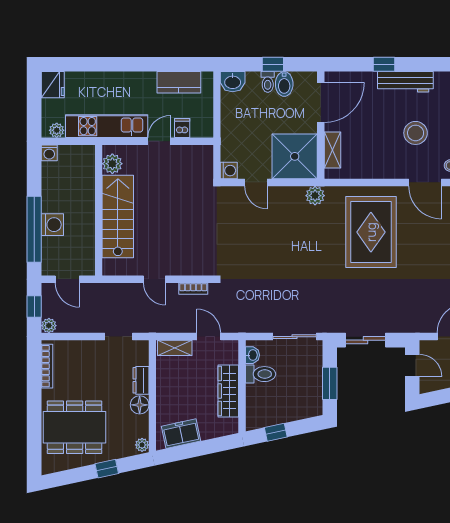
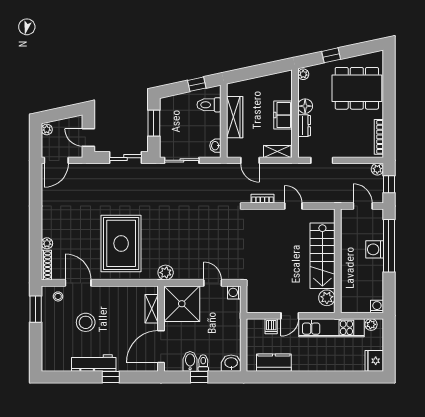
toilet: (261, 374) -> (209, 105), moved
freezer: (181, 434) -> (283, 115), moved, turned 102

